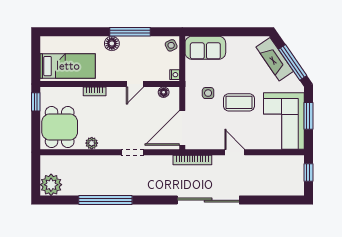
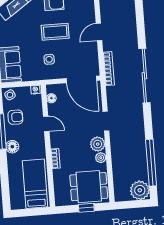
armchair: (145, 50) -> (15, 117), added
window: (36, 102) -> (86, 208), moved
coffee table: (239, 102) -> (55, 32), turned 90
plant: (107, 141) -> (98, 144), added
window: (105, 200) -> (151, 163), moved
sliding door: (208, 200) -> (144, 76), moved

